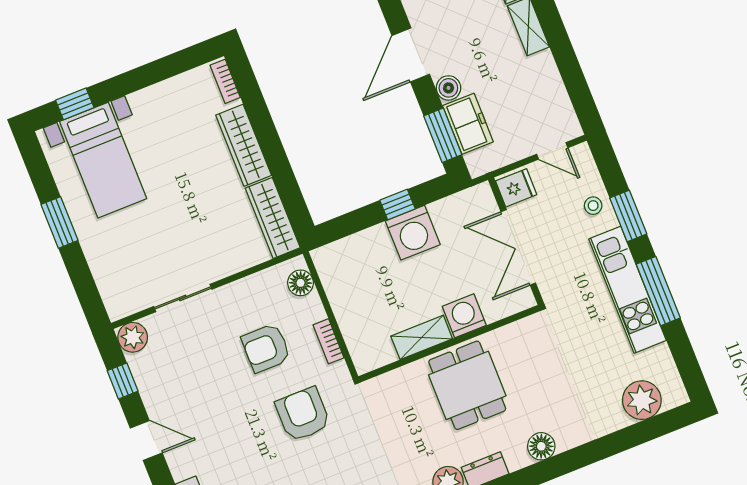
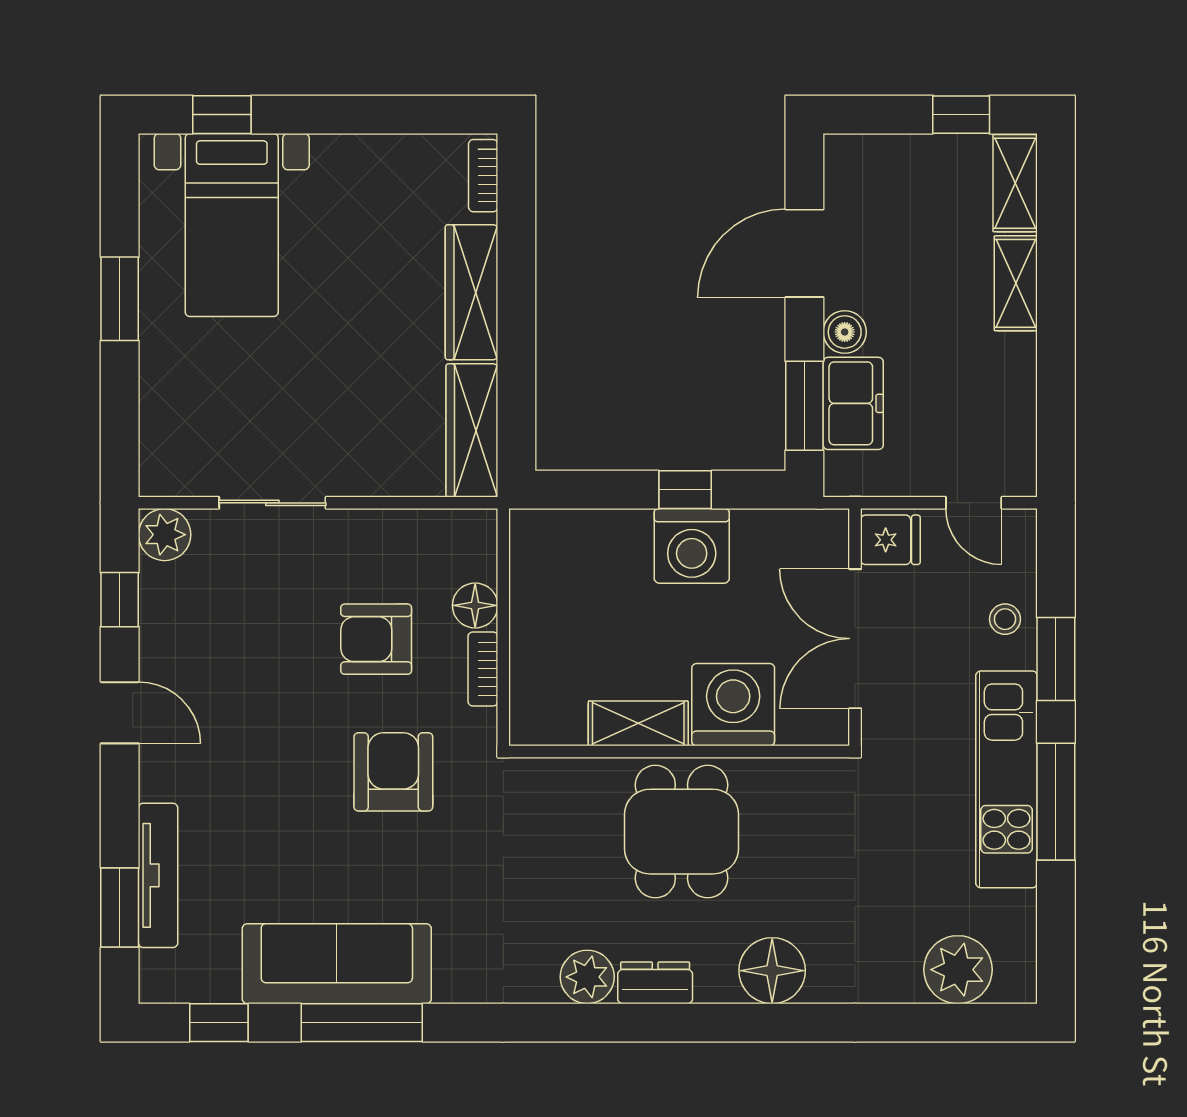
floor lamp: (301, 283) -> (475, 605), moved
washing machine: (464, 316) -> (733, 705), width x1.37, depth x1.37
floor lamp: (541, 446) -> (772, 971), width x1.38, depth x1.38

